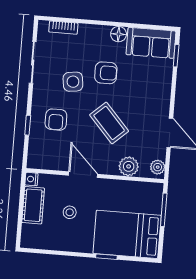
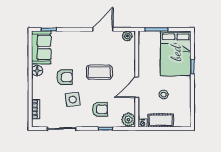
armchair: (106, 73) -> (65, 77), turned 90
coffee table: (109, 123) -> (99, 72), turned 42
plant: (129, 166) -> (128, 120), moved

